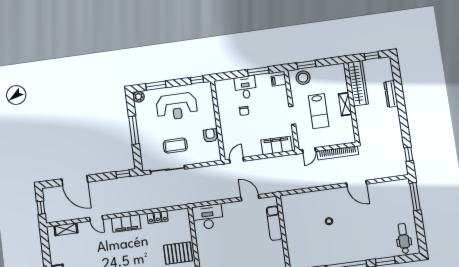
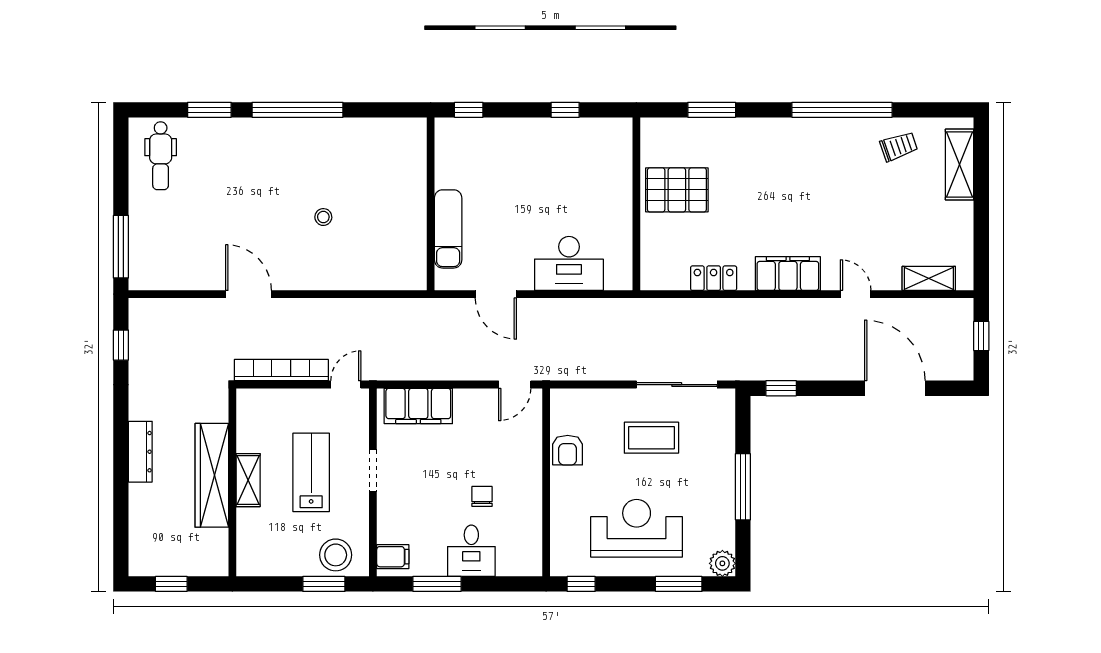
wardrobe: (358, 83) -> (212, 475), moved
dresser: (391, 94) -> (140, 452), moved
desk: (208, 217) -> (569, 263), moved

